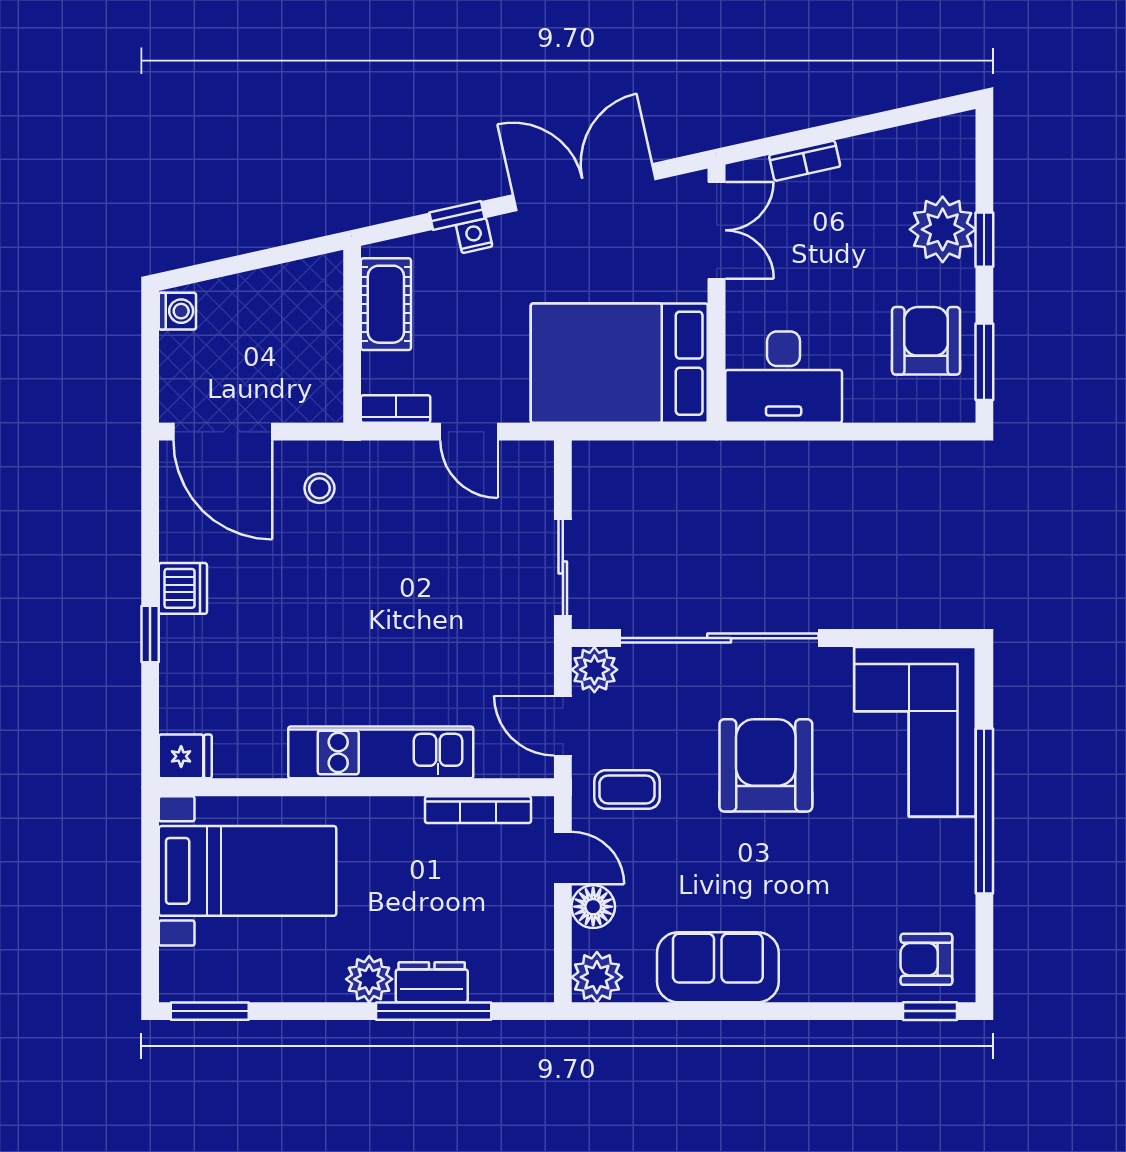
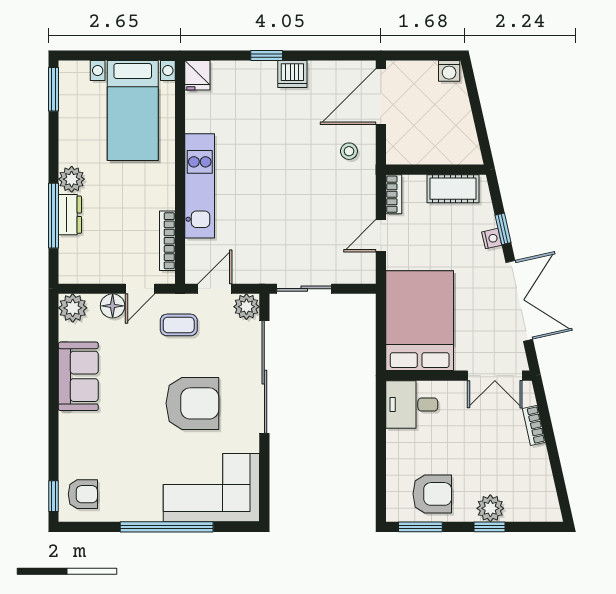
plant: (943, 229) -> (490, 508), width x0.73, depth x0.73
desk: (784, 377) -> (412, 404), width x0.73
coffee table: (627, 790) -> (179, 325), turned 90
armchair: (926, 959) -> (83, 494), turned 90

